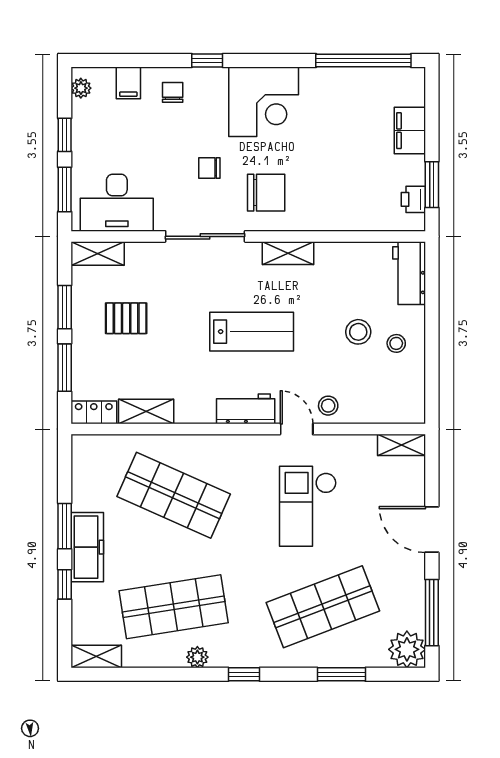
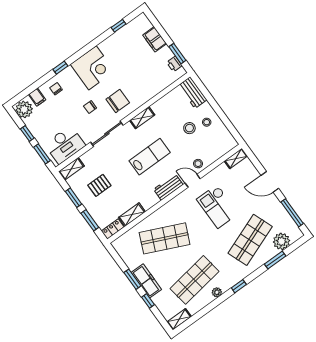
window: (363, 60) -> (119, 26), width x0.32
plant: (81, 88) -> (24, 109), width x1.88, depth x1.88
plant: (407, 649) -> (281, 241), moved

